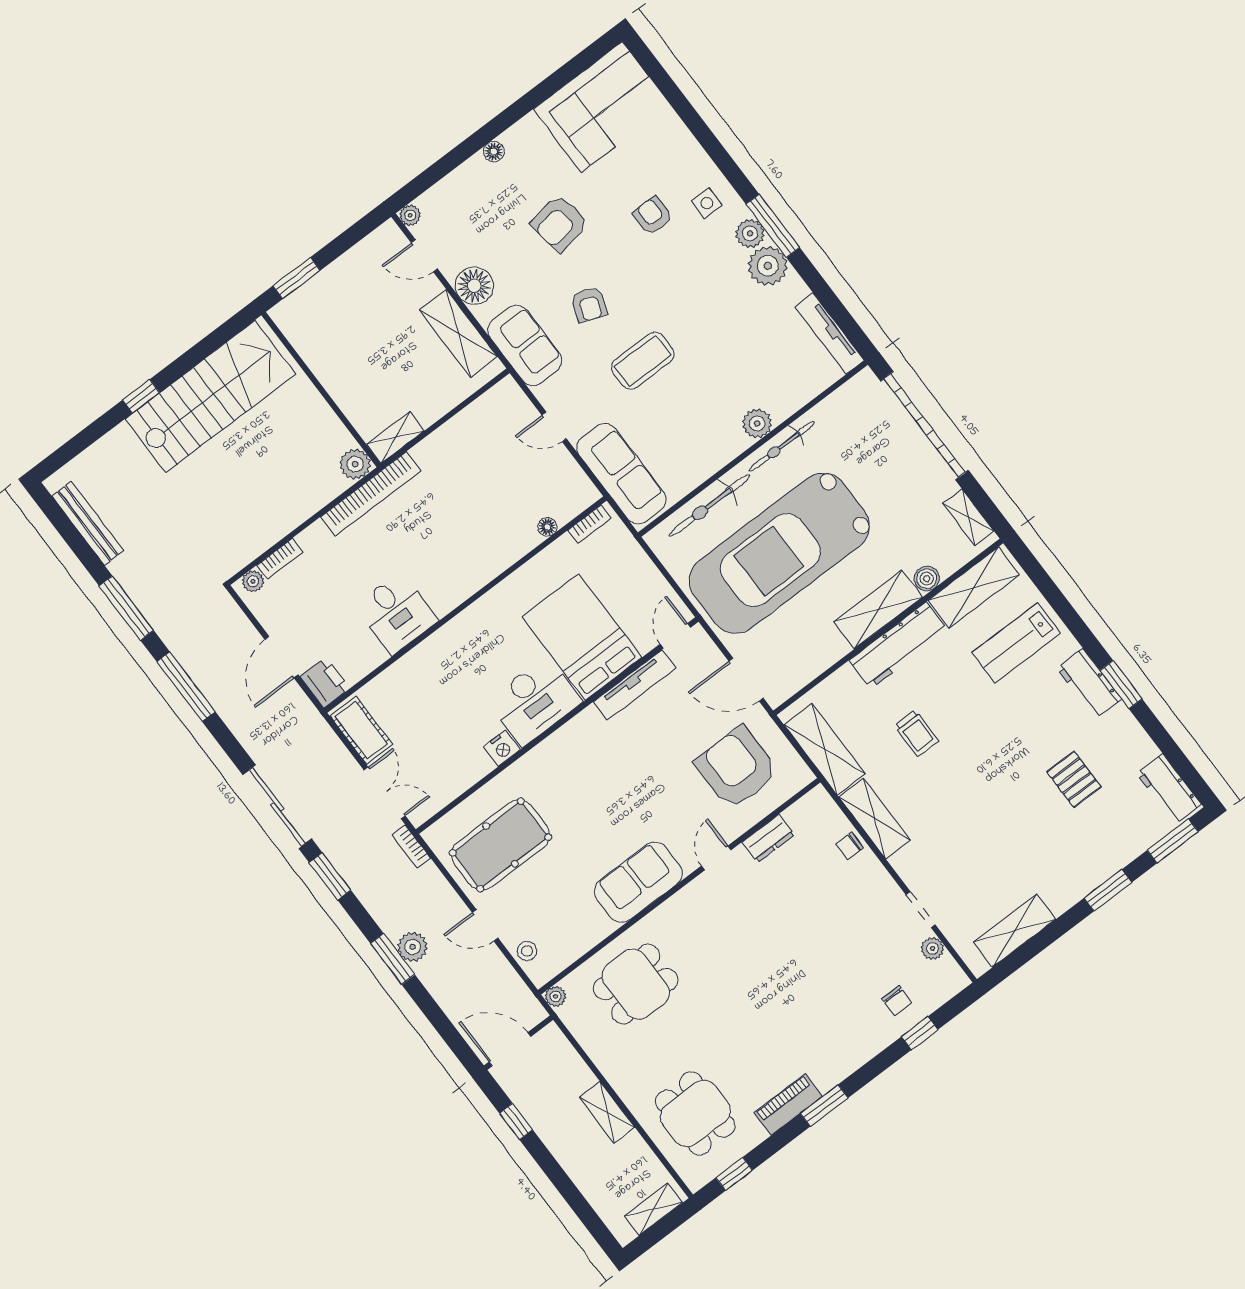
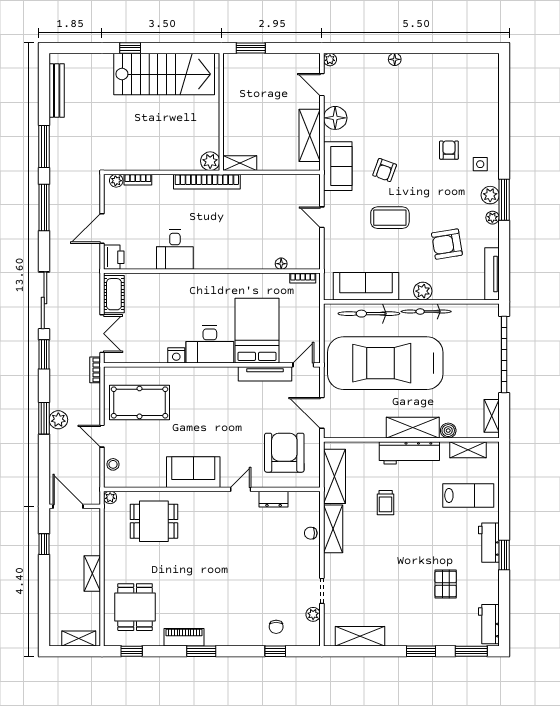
corner sofa: (602, 107) -> (464, 78), removed
armchair: (559, 223) -> (447, 244), moved
plant: (768, 266) -> (492, 218), width x0.53, depth x0.53
sofa: (621, 474) -> (366, 286), moved, turned -90
shelving: (974, 588) -> (468, 450), width x0.67, depth x0.75
lab bench: (1016, 643) -> (468, 495), turned 180

